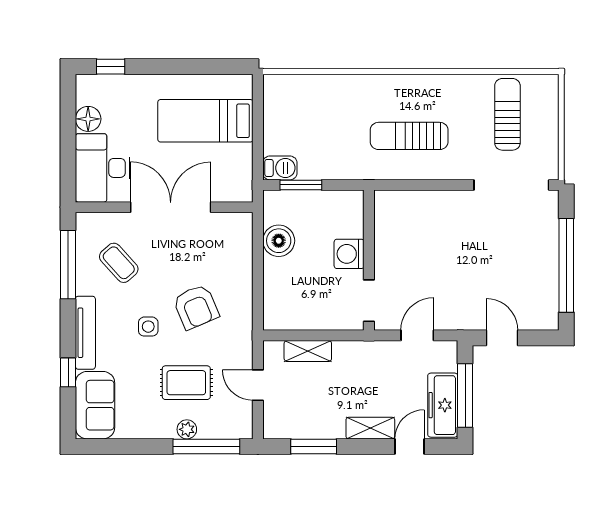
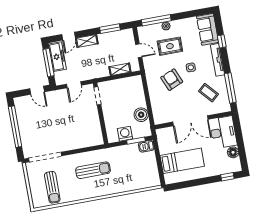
washing machine: (349, 254) -> (125, 134), moved, turned -90

